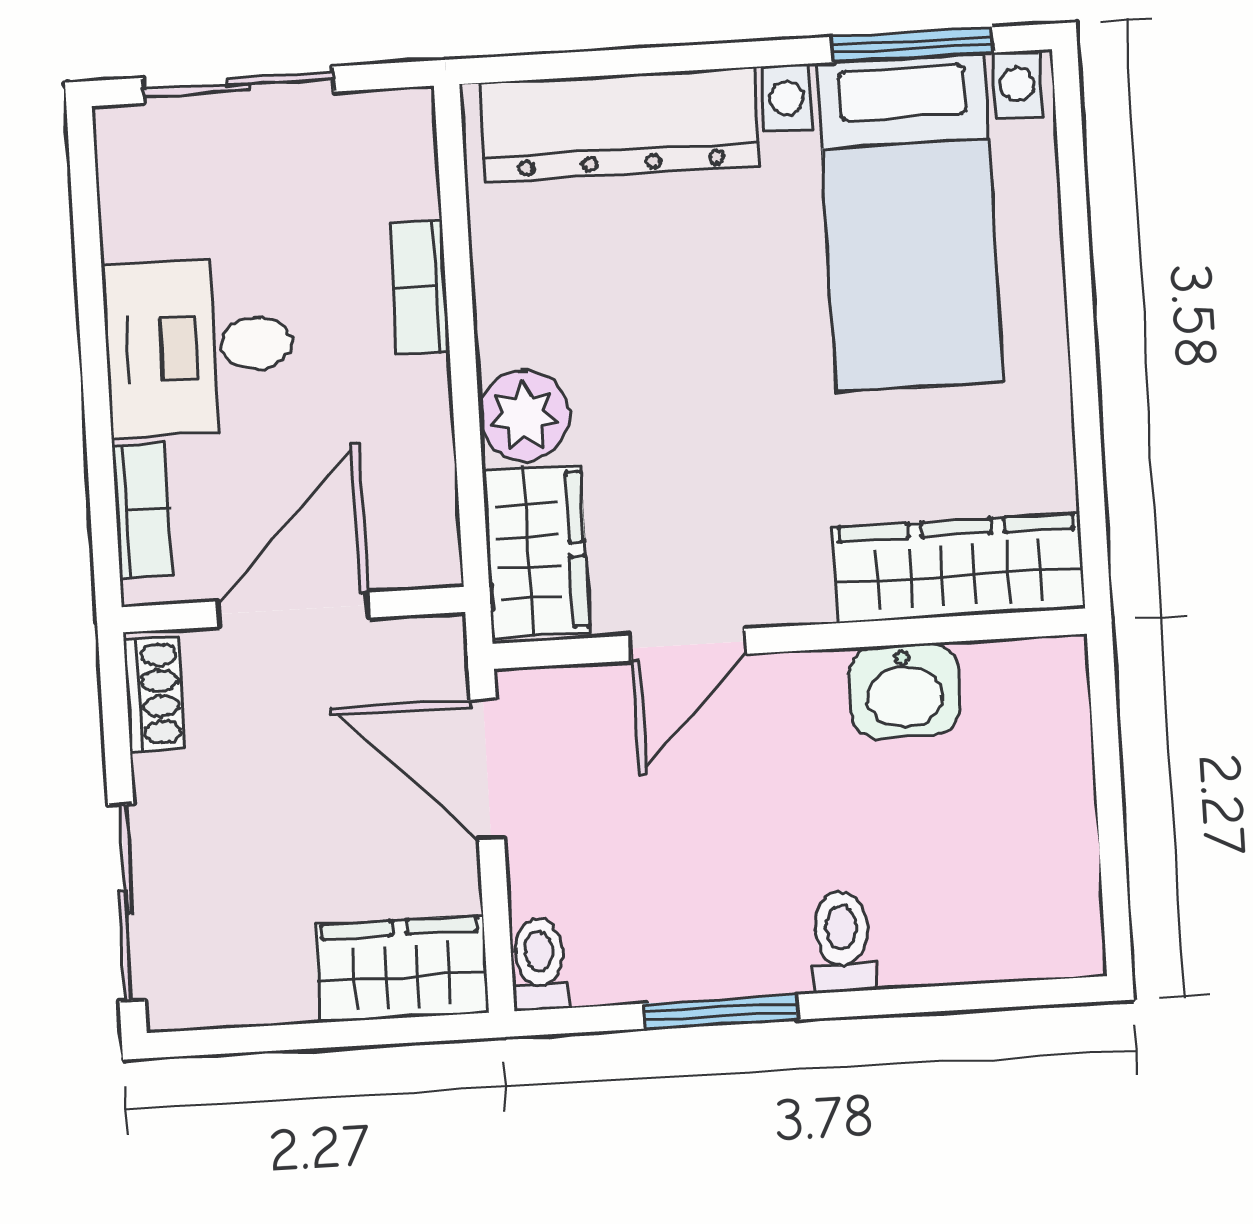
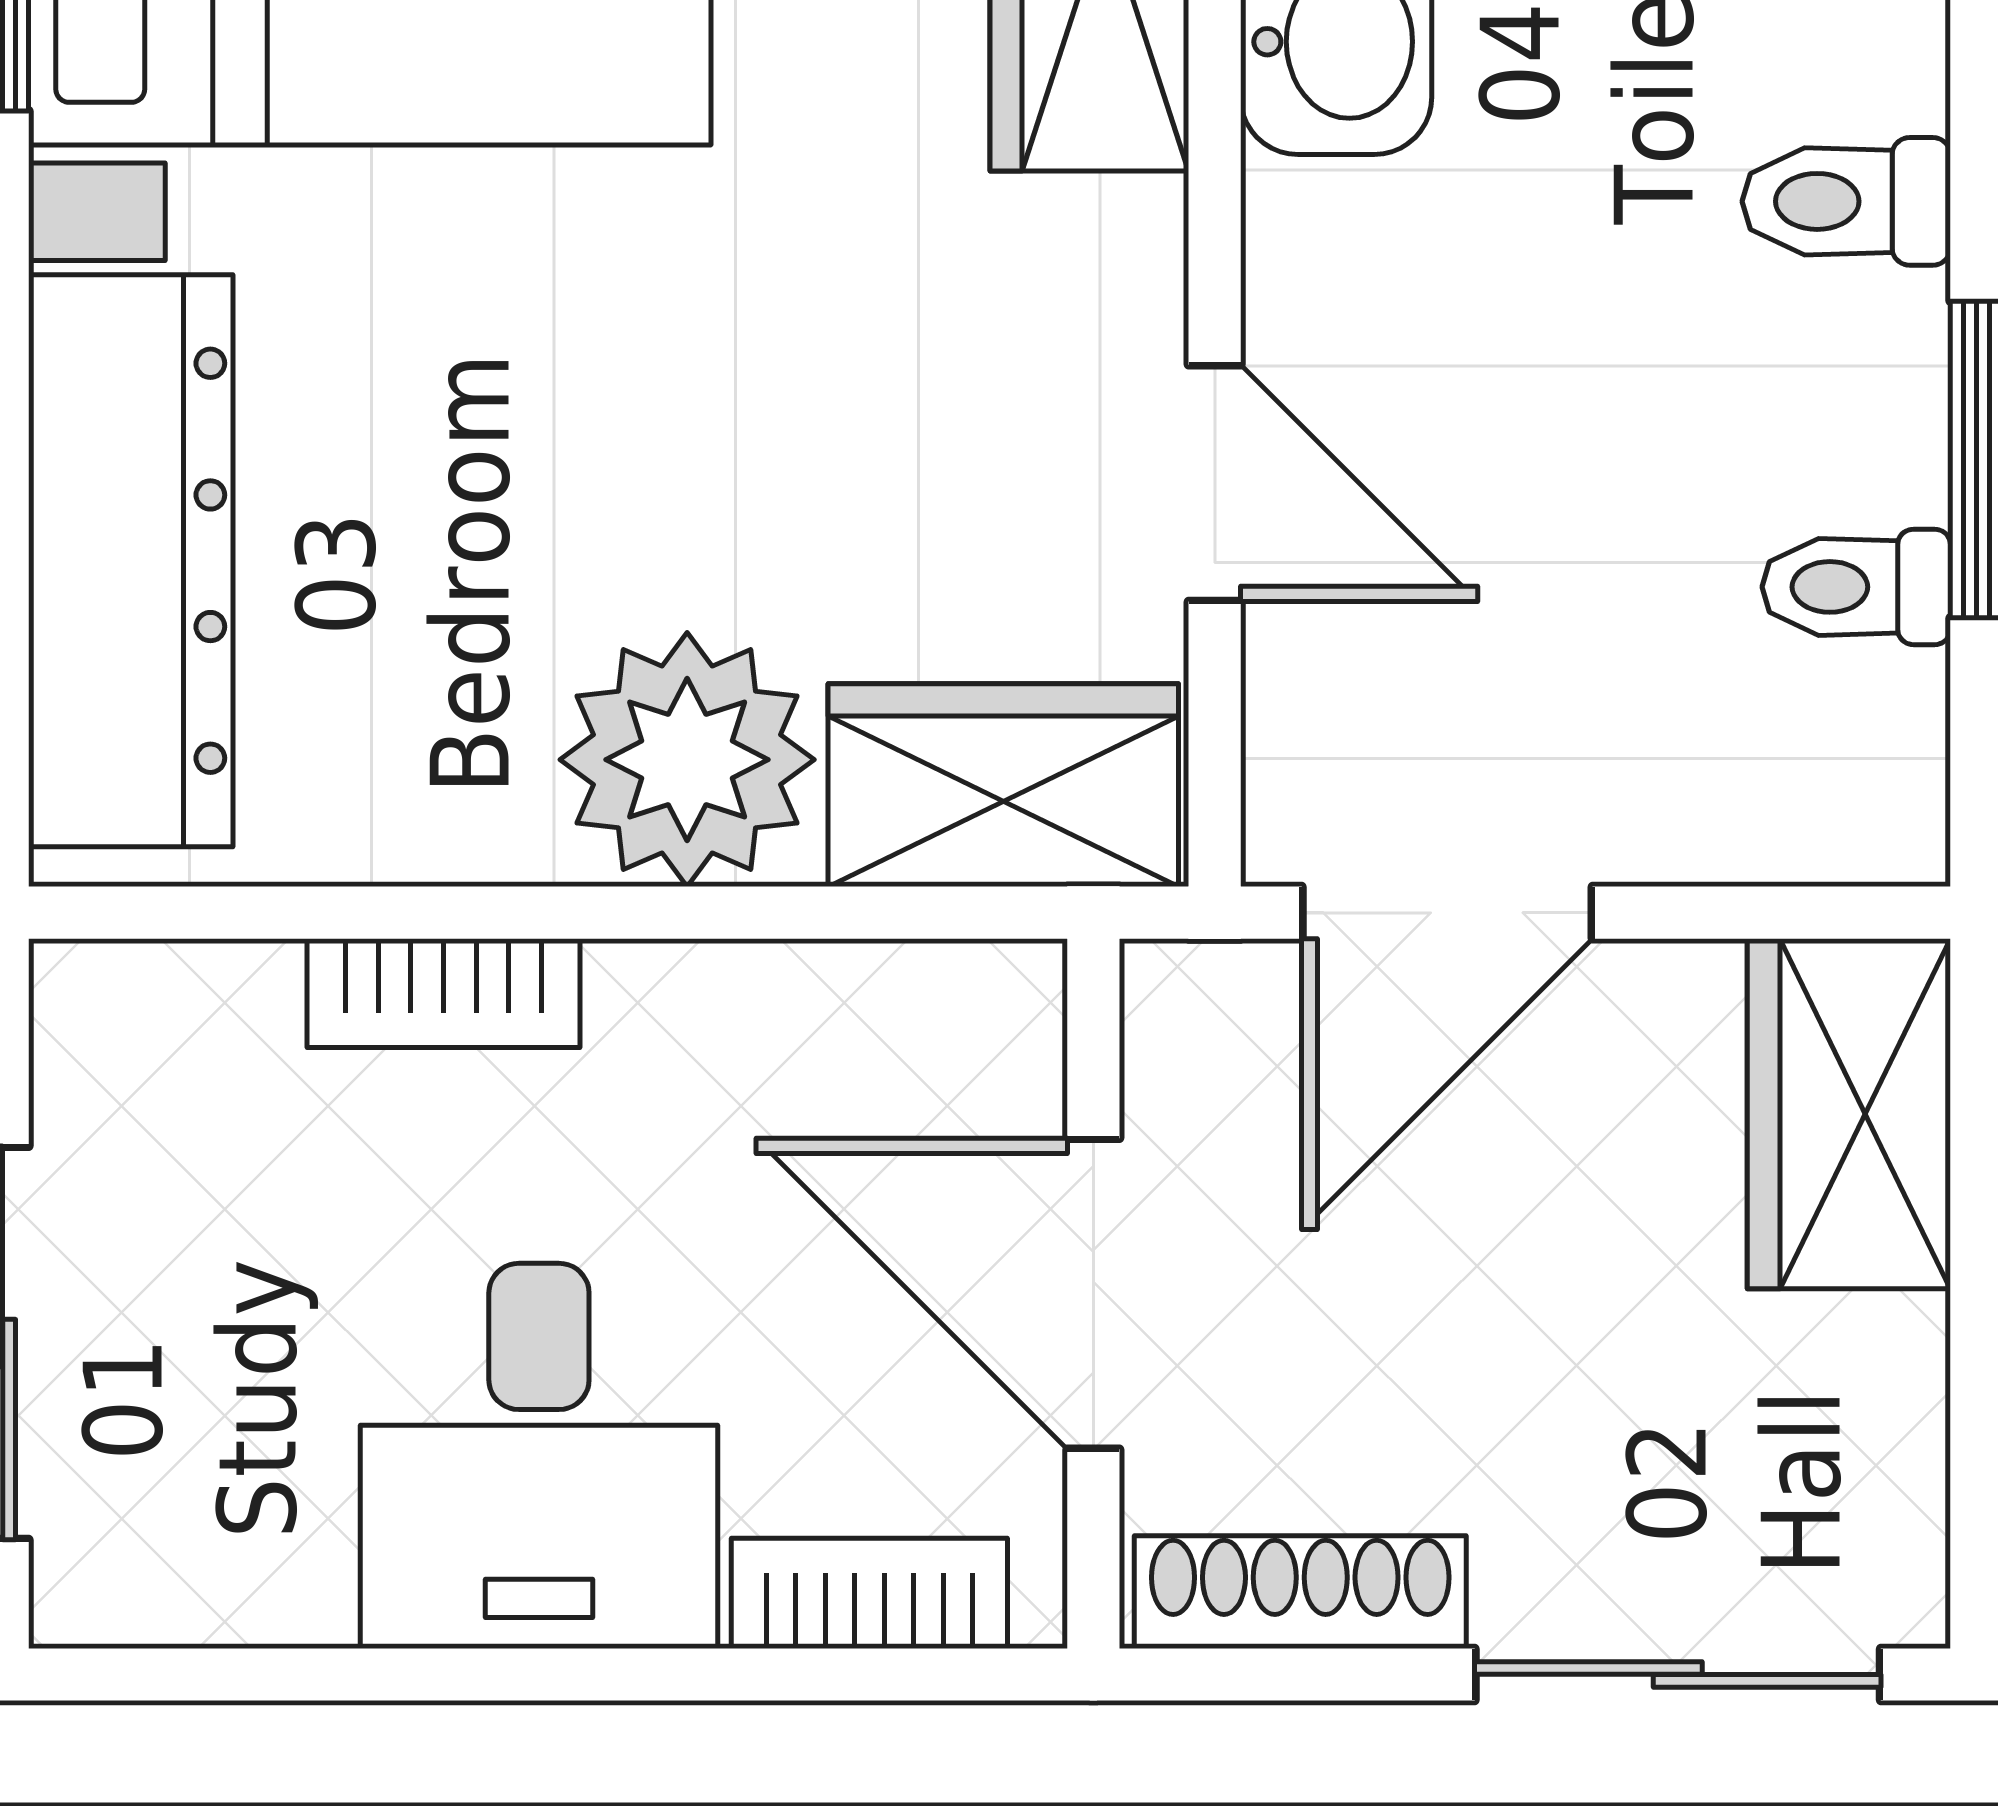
plant: (524, 416) -> (687, 760), width x1.36, depth x1.36
shoe rack: (154, 694) -> (1300, 1592), width x1.43
toilet: (539, 964) -> (1856, 587), moved

